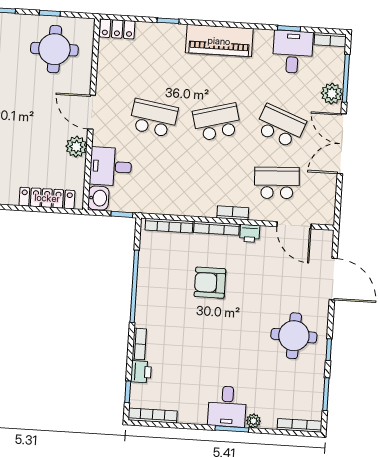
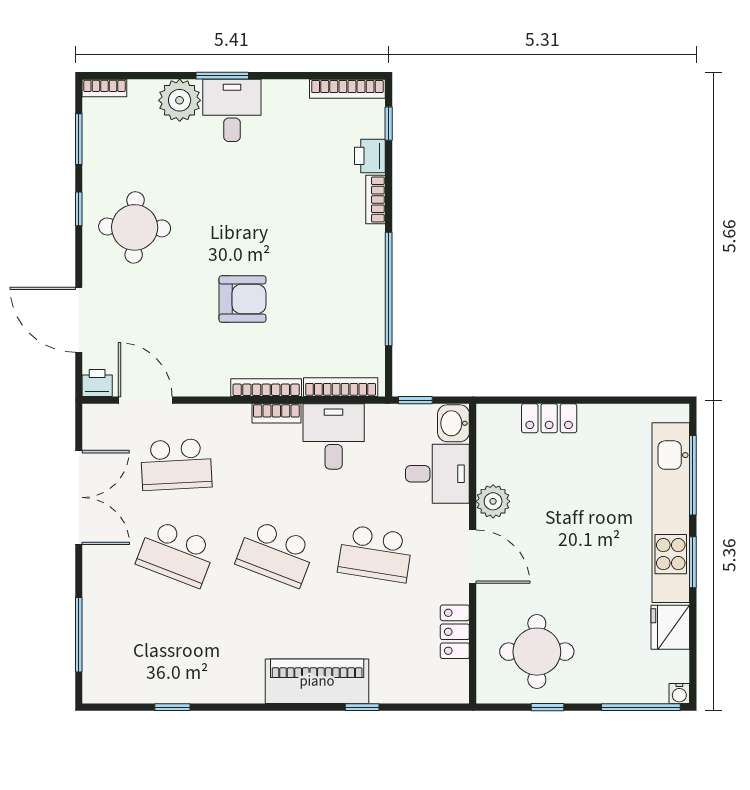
locker: (117, 29) -> (455, 632), moved, turned -90
bookcase: (330, 39) -> (107, 694), removed
piano: (219, 41) -> (317, 681), moved
desk: (293, 52) -> (334, 436), moved, turned 180
plant: (332, 94) -> (99, 609), removed
school desk: (217, 122) -> (276, 554), turned 36
double door: (342, 144) -> (79, 497), moved
locker: (47, 198) -> (549, 418), width x0.66
bookcase: (233, 213) -> (276, 413), moved
printer: (250, 233) -> (97, 383), moved
armchair: (210, 283) -> (243, 299), moved
plant: (253, 421) -> (180, 100), width x1.88, depth x1.88
bookcase: (300, 425) -> (104, 88), width x0.64

